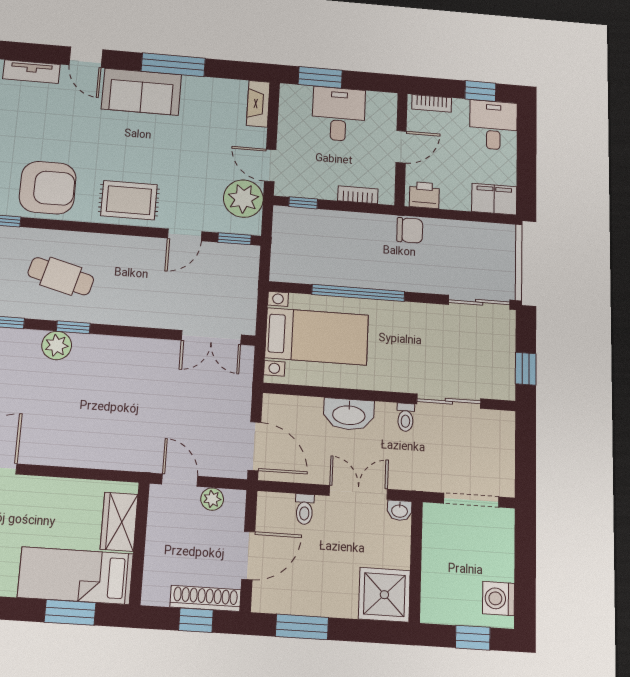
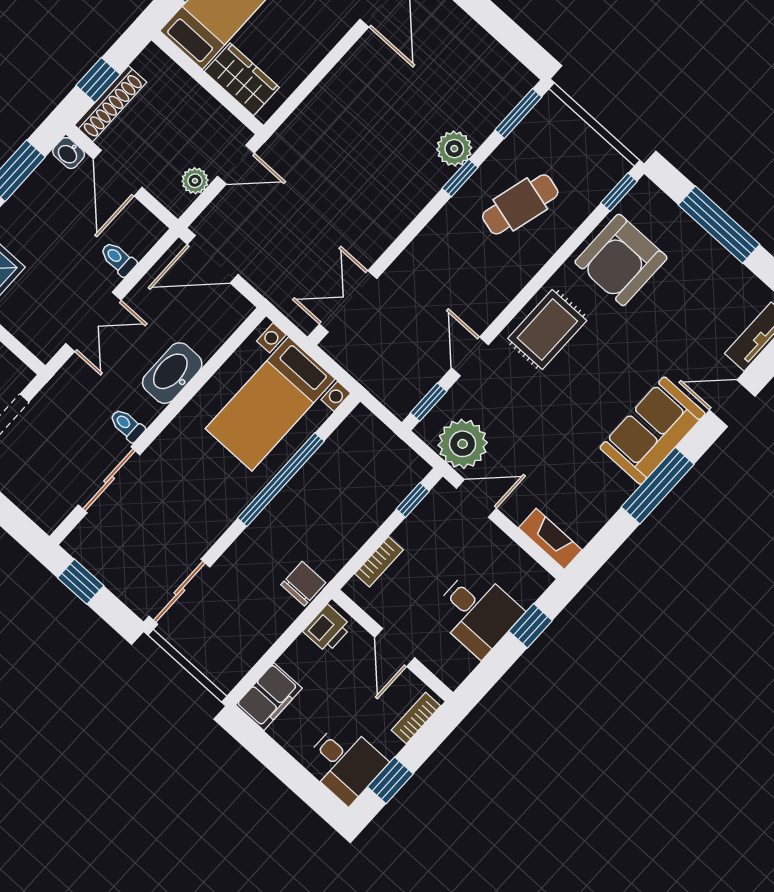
window: (320, 77) -> (531, 626), width x0.67
chair: (410, 230) -> (303, 584), turned 180
washbasin: (400, 510) -> (69, 153), moved, turned -90

